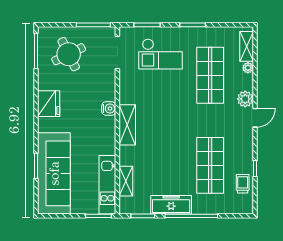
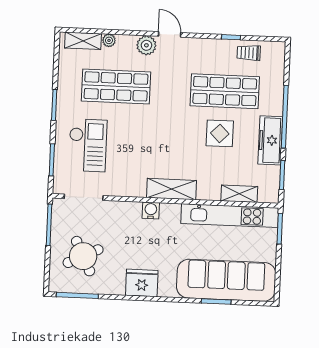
display table: (175, 163) -> (220, 133), added
kitchen unit: (107, 185) -> (230, 216), width x1.36

